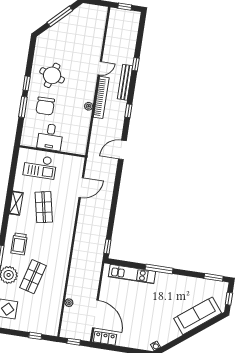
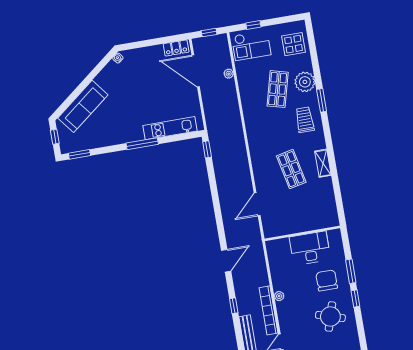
desk: (50, 137) -> (310, 248), width x1.37
checkout: (40, 167) -> (251, 45), moved, turned 180

